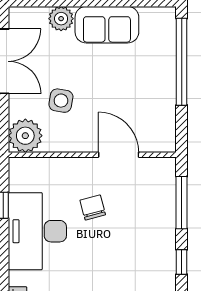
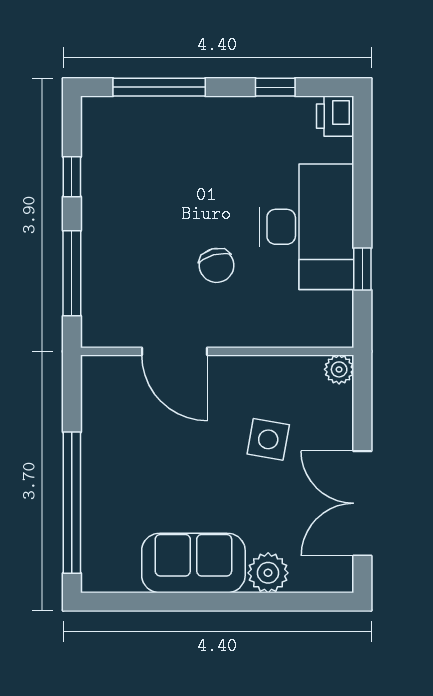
plant: (25, 136) -> (339, 369), width x0.53, depth x0.53

